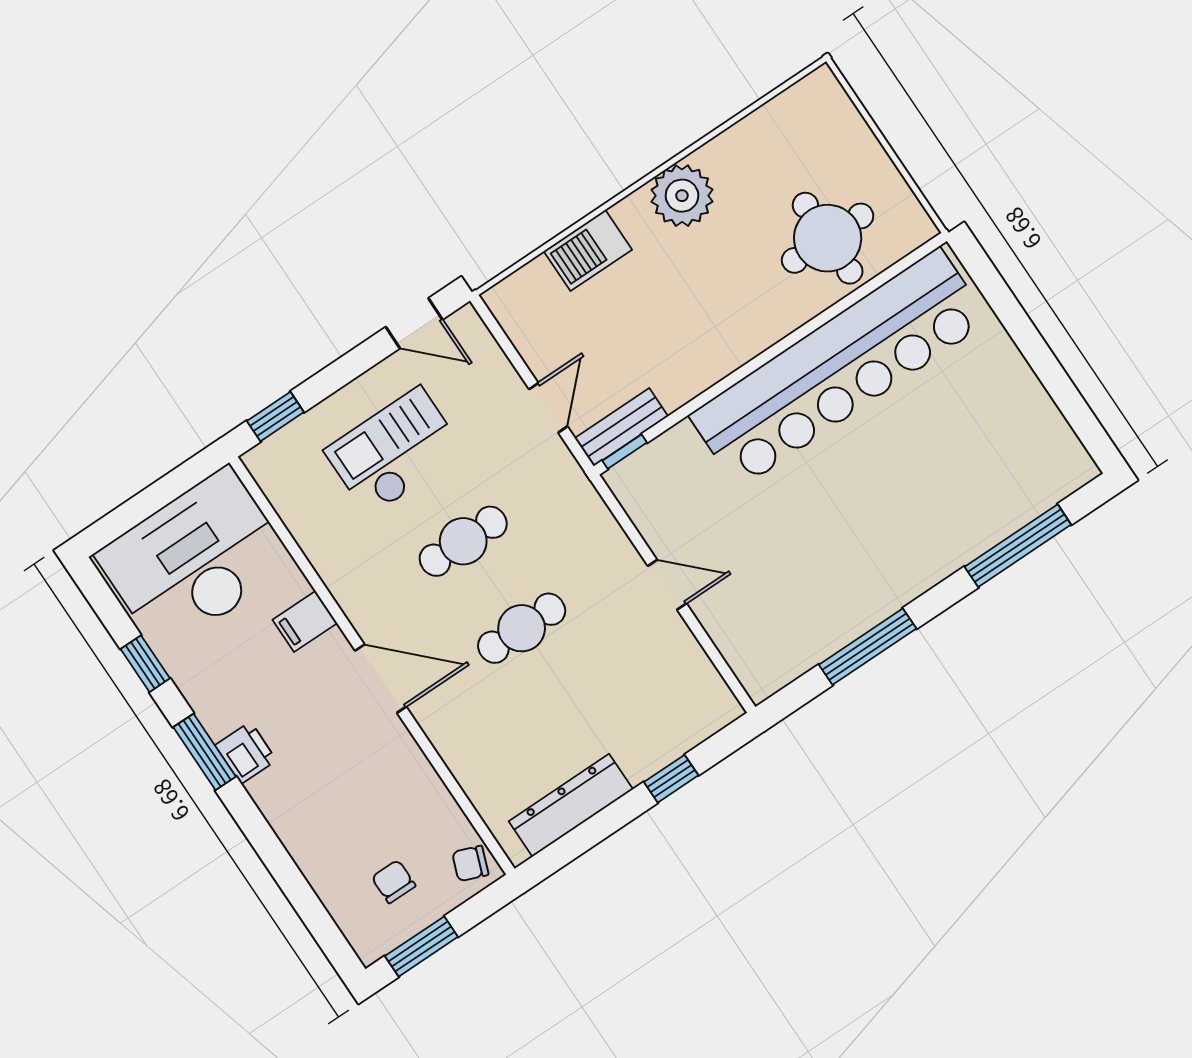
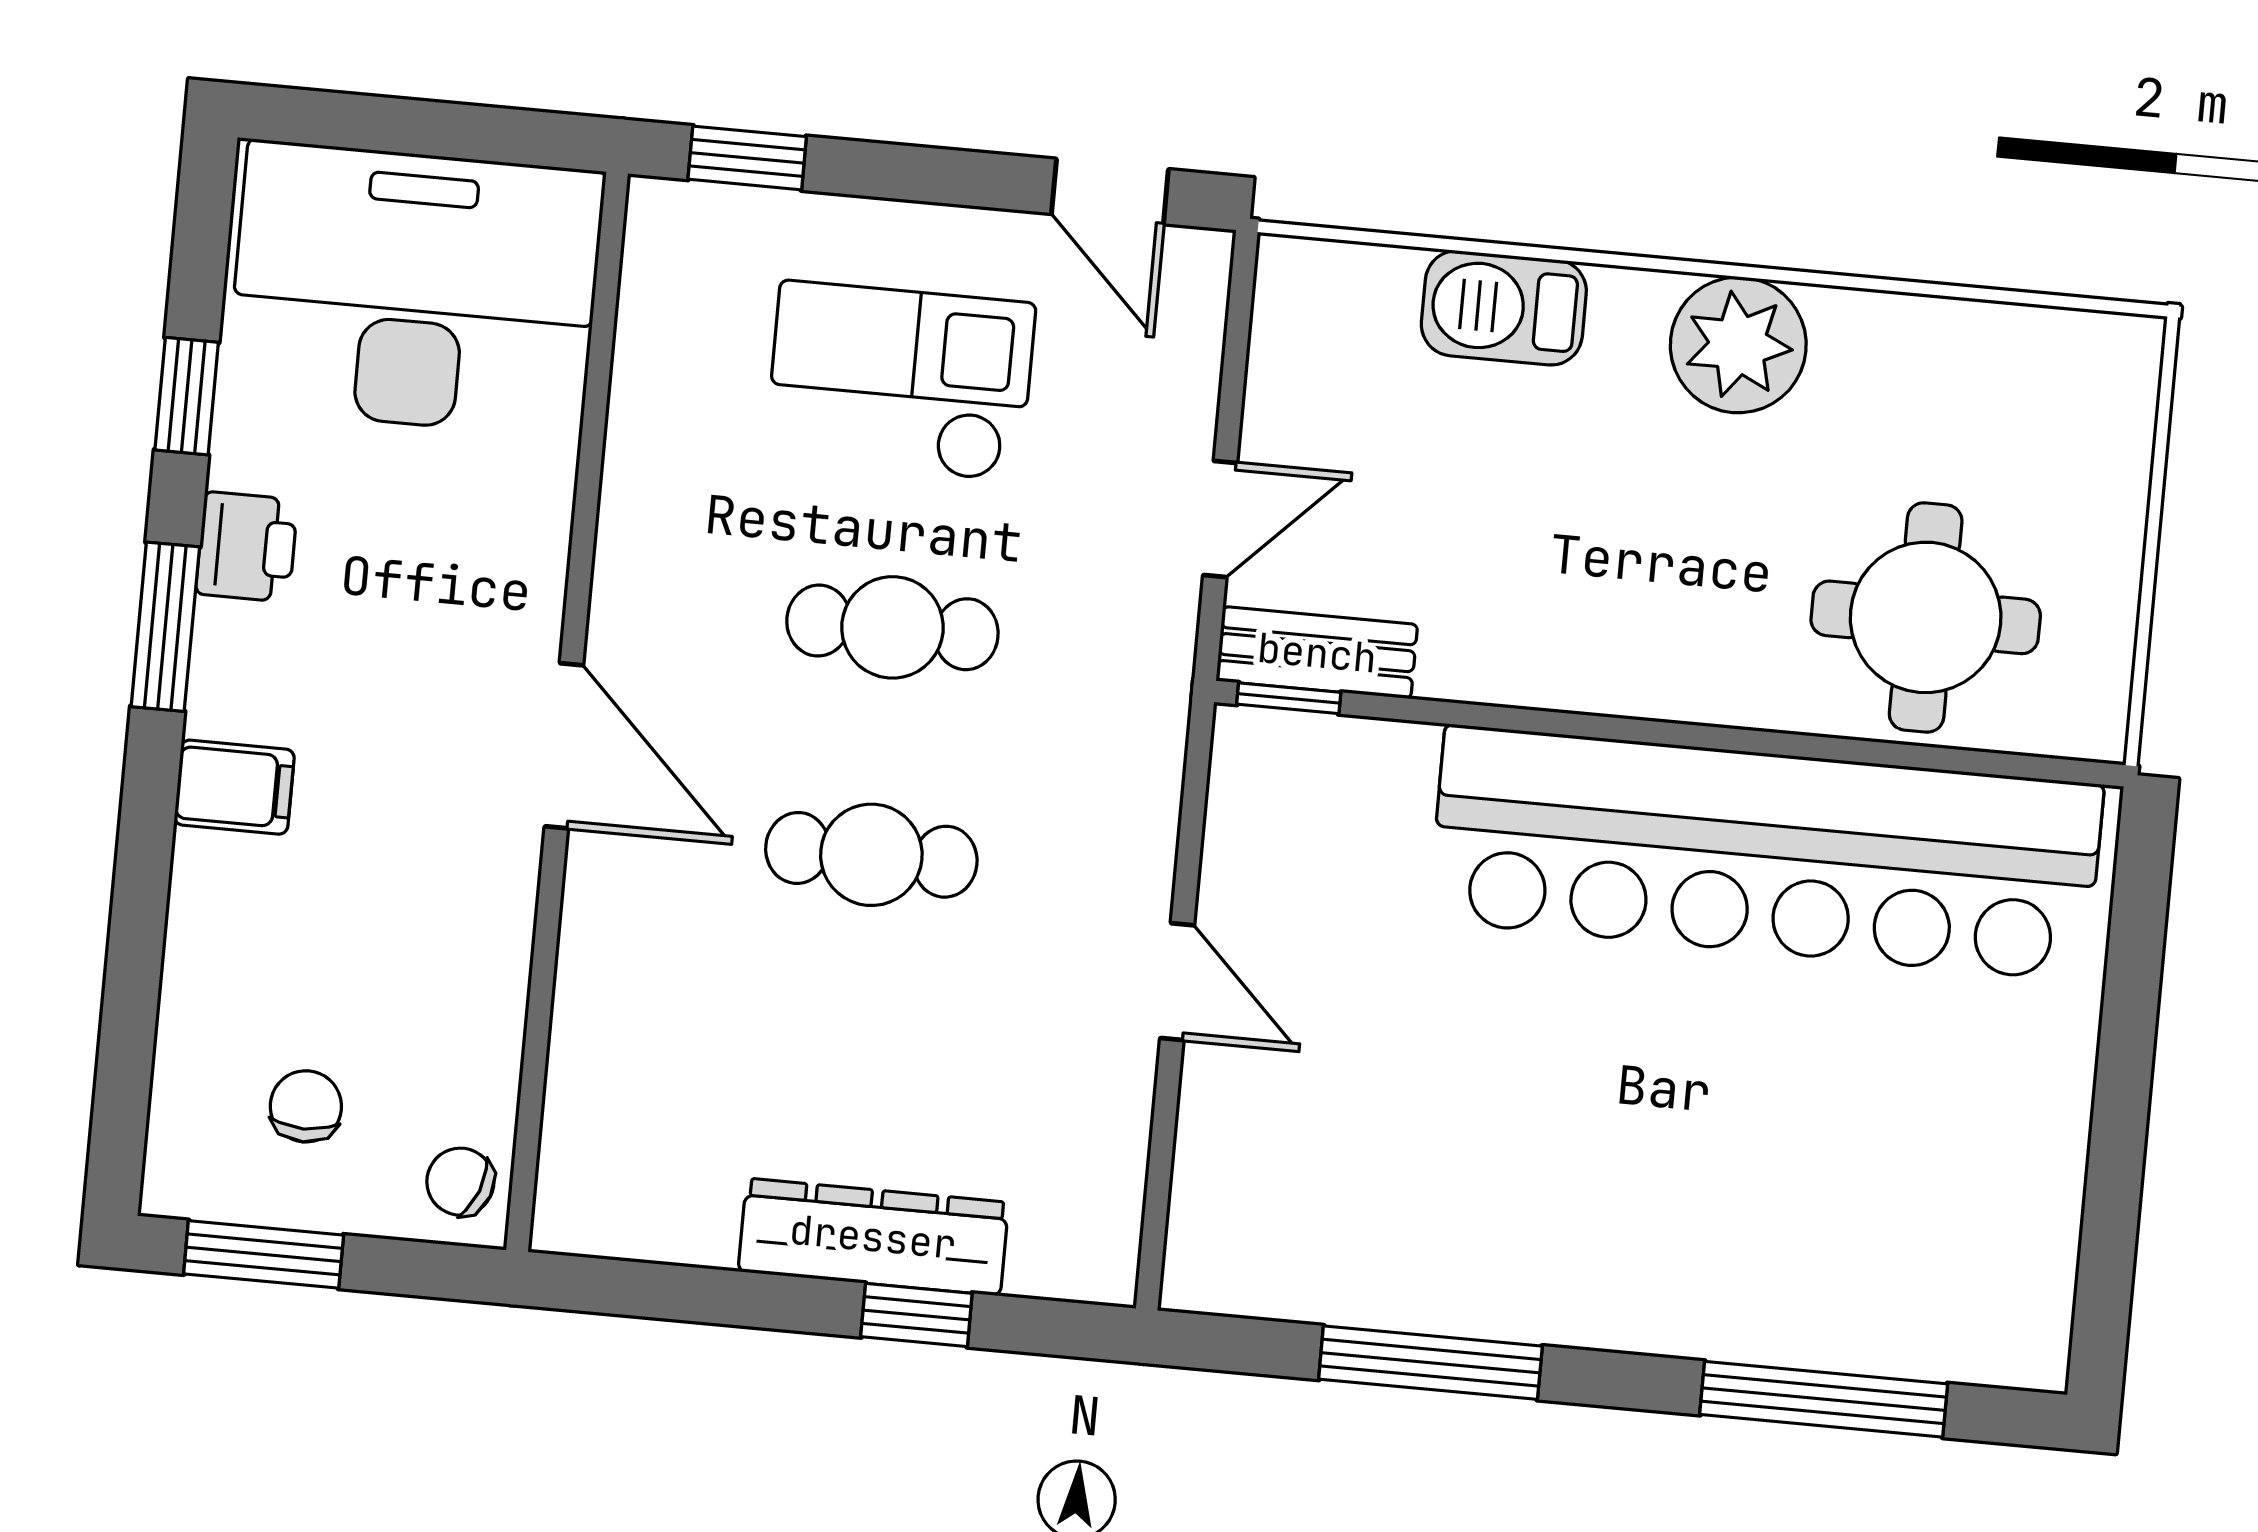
filing cabinet: (305, 621) -> (234, 787), moved, turned 180
printer: (246, 753) -> (247, 547), moved
dresser: (571, 805) -> (873, 1237), moved

